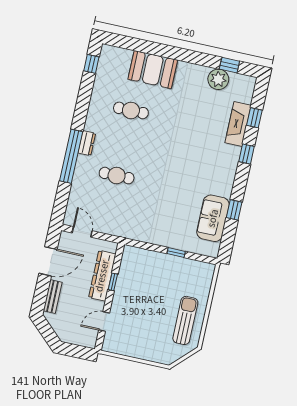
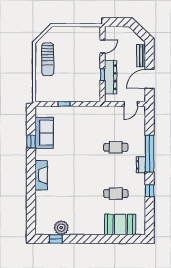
window: (91, 64) -> (150, 191), moved
booth: (153, 70) -> (120, 224), moved
window: (254, 118) -> (31, 207), removed
fireplace: (238, 124) -> (41, 175), moved
window: (247, 154) -> (31, 181), removed
door: (82, 232) -> (131, 104), hinge flipped

